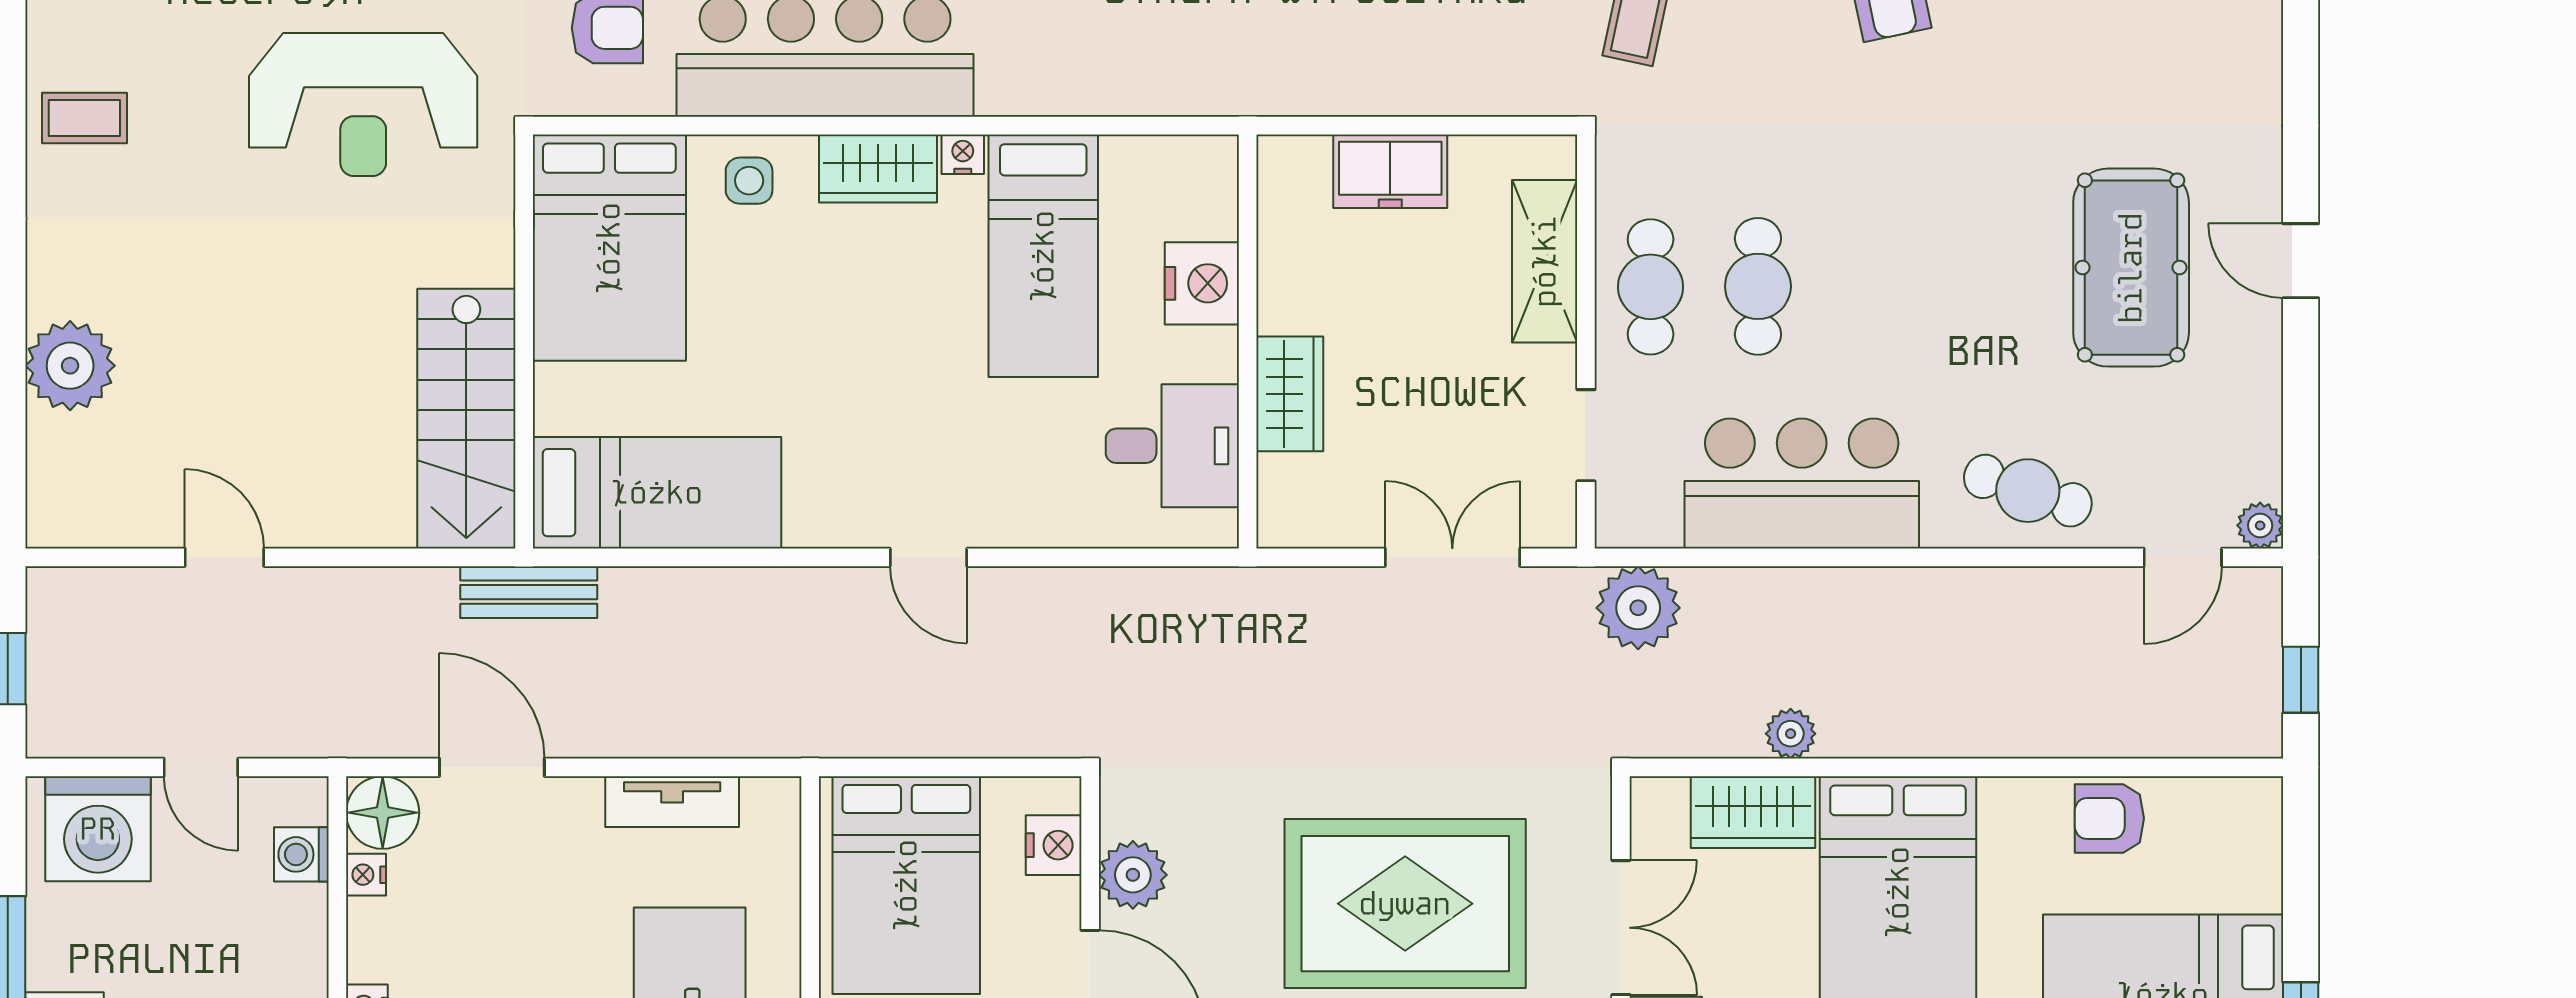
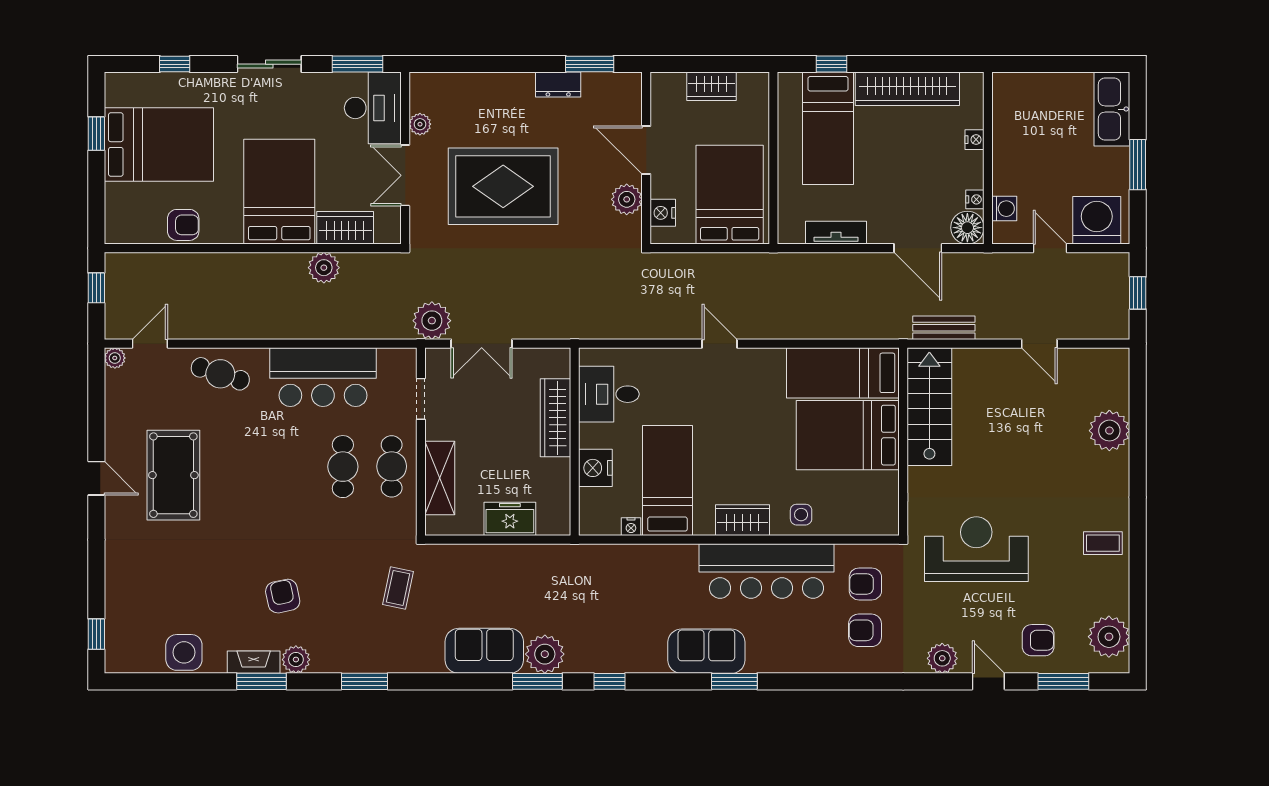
nightstand: (963, 154) -> (631, 527), moved
bed: (609, 248) -> (848, 435), moved, turned -90
wardrobe: (1290, 394) -> (556, 418), width x1.50
bench: (529, 592) -> (944, 328), moved
plant: (1638, 608) -> (432, 321), moved
plant: (1791, 734) -> (324, 268), width x1.38, depth x1.38

